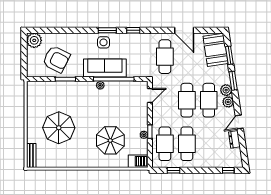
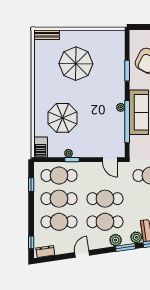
plant: (228, 102) -> (136, 237), moved
door: (239, 122) -> (82, 254), hinge flipped
dresser: (234, 139) -> (45, 251), moved
cafe table: (209, 144) -> (59, 222), added

